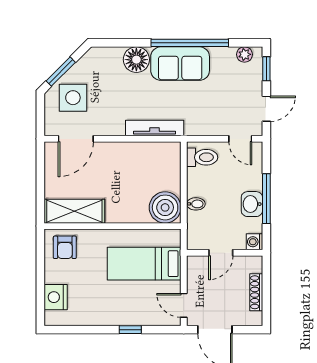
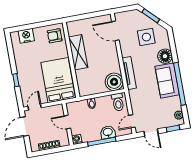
side table: (73, 98) -> (146, 37), moved
washbasin: (252, 204) -> (108, 132), moved
boiler: (165, 207) -> (114, 82), moved
shelving: (74, 211) -> (78, 52), moved
bed: (144, 264) -> (58, 80), width x1.50

